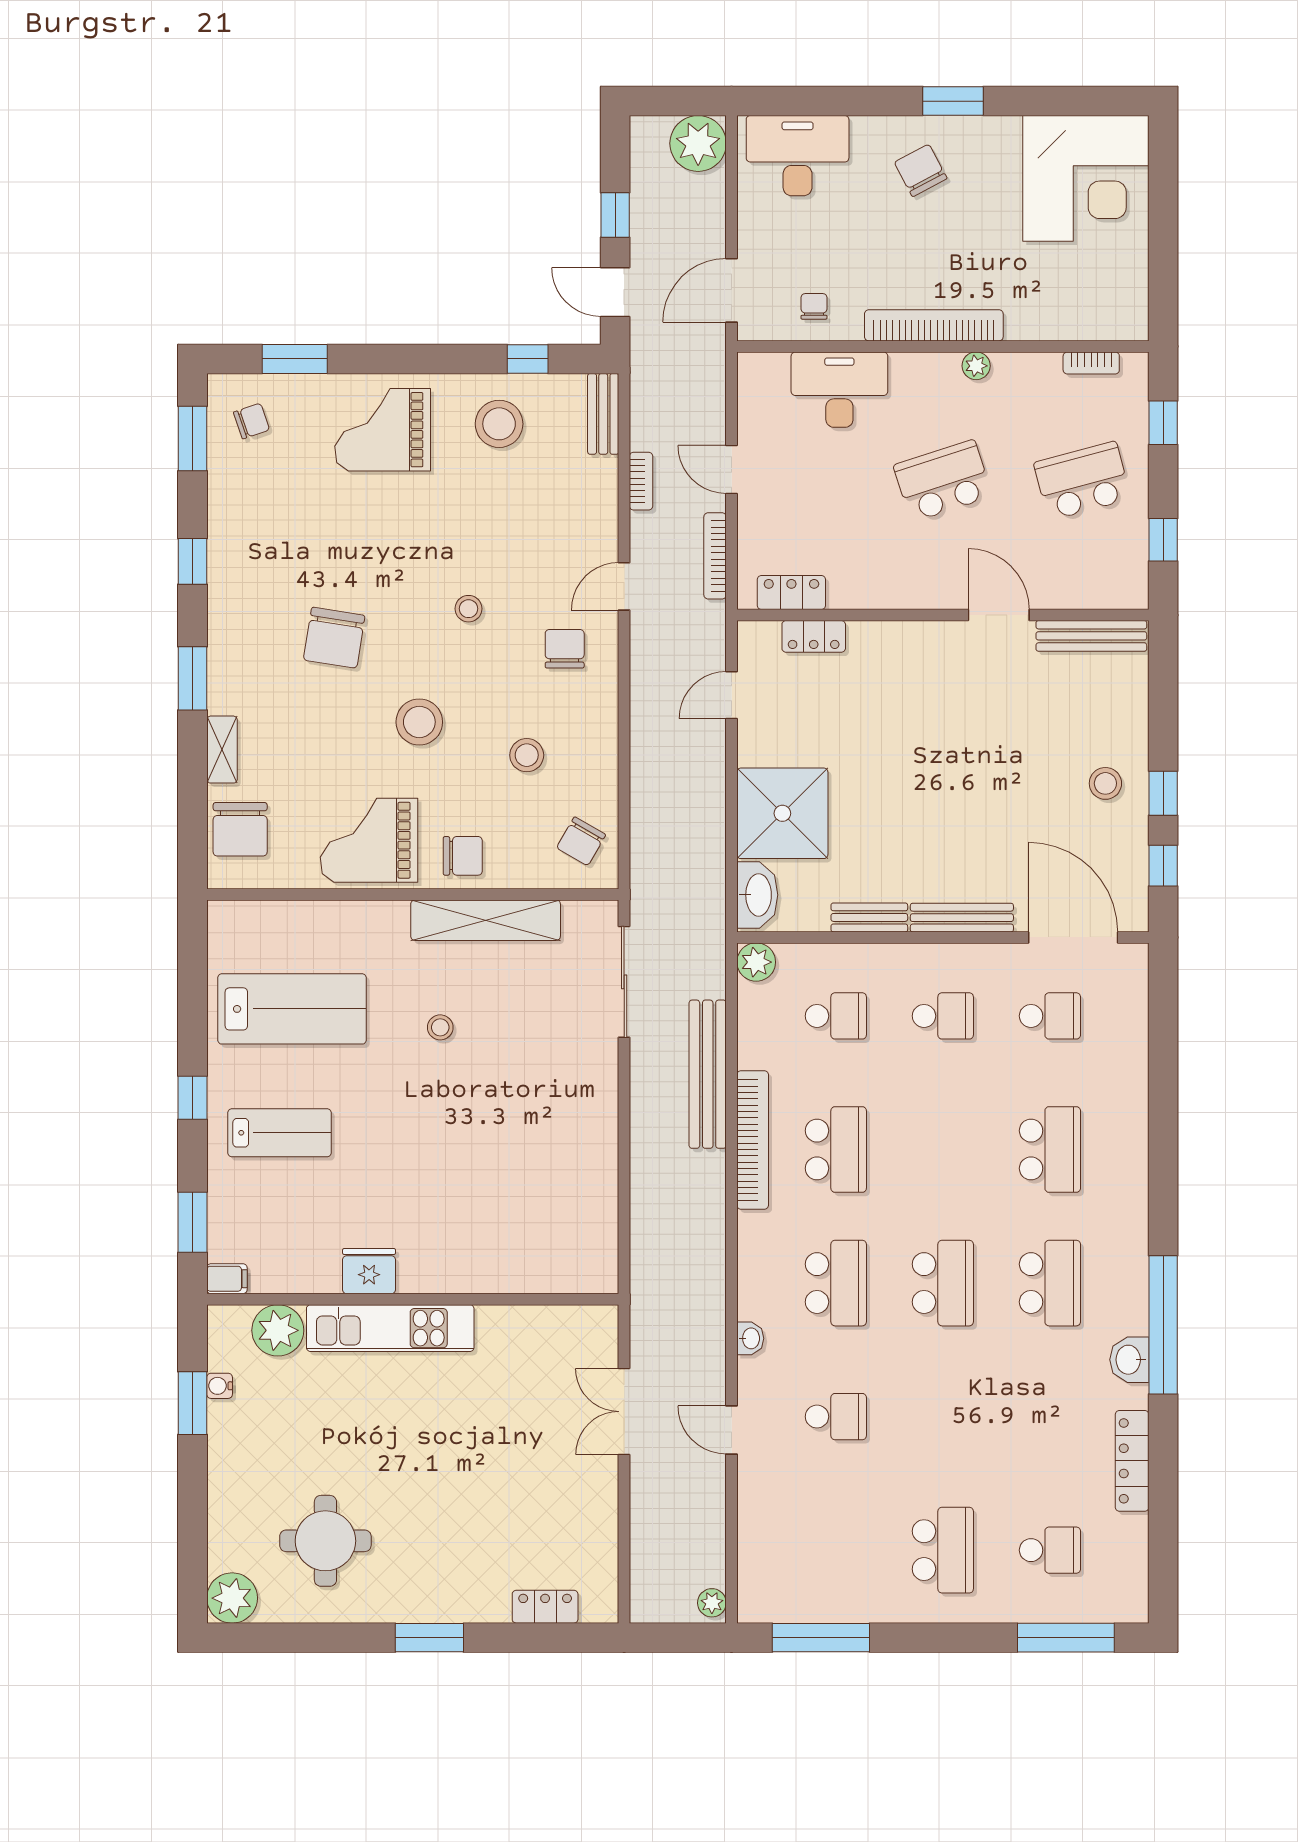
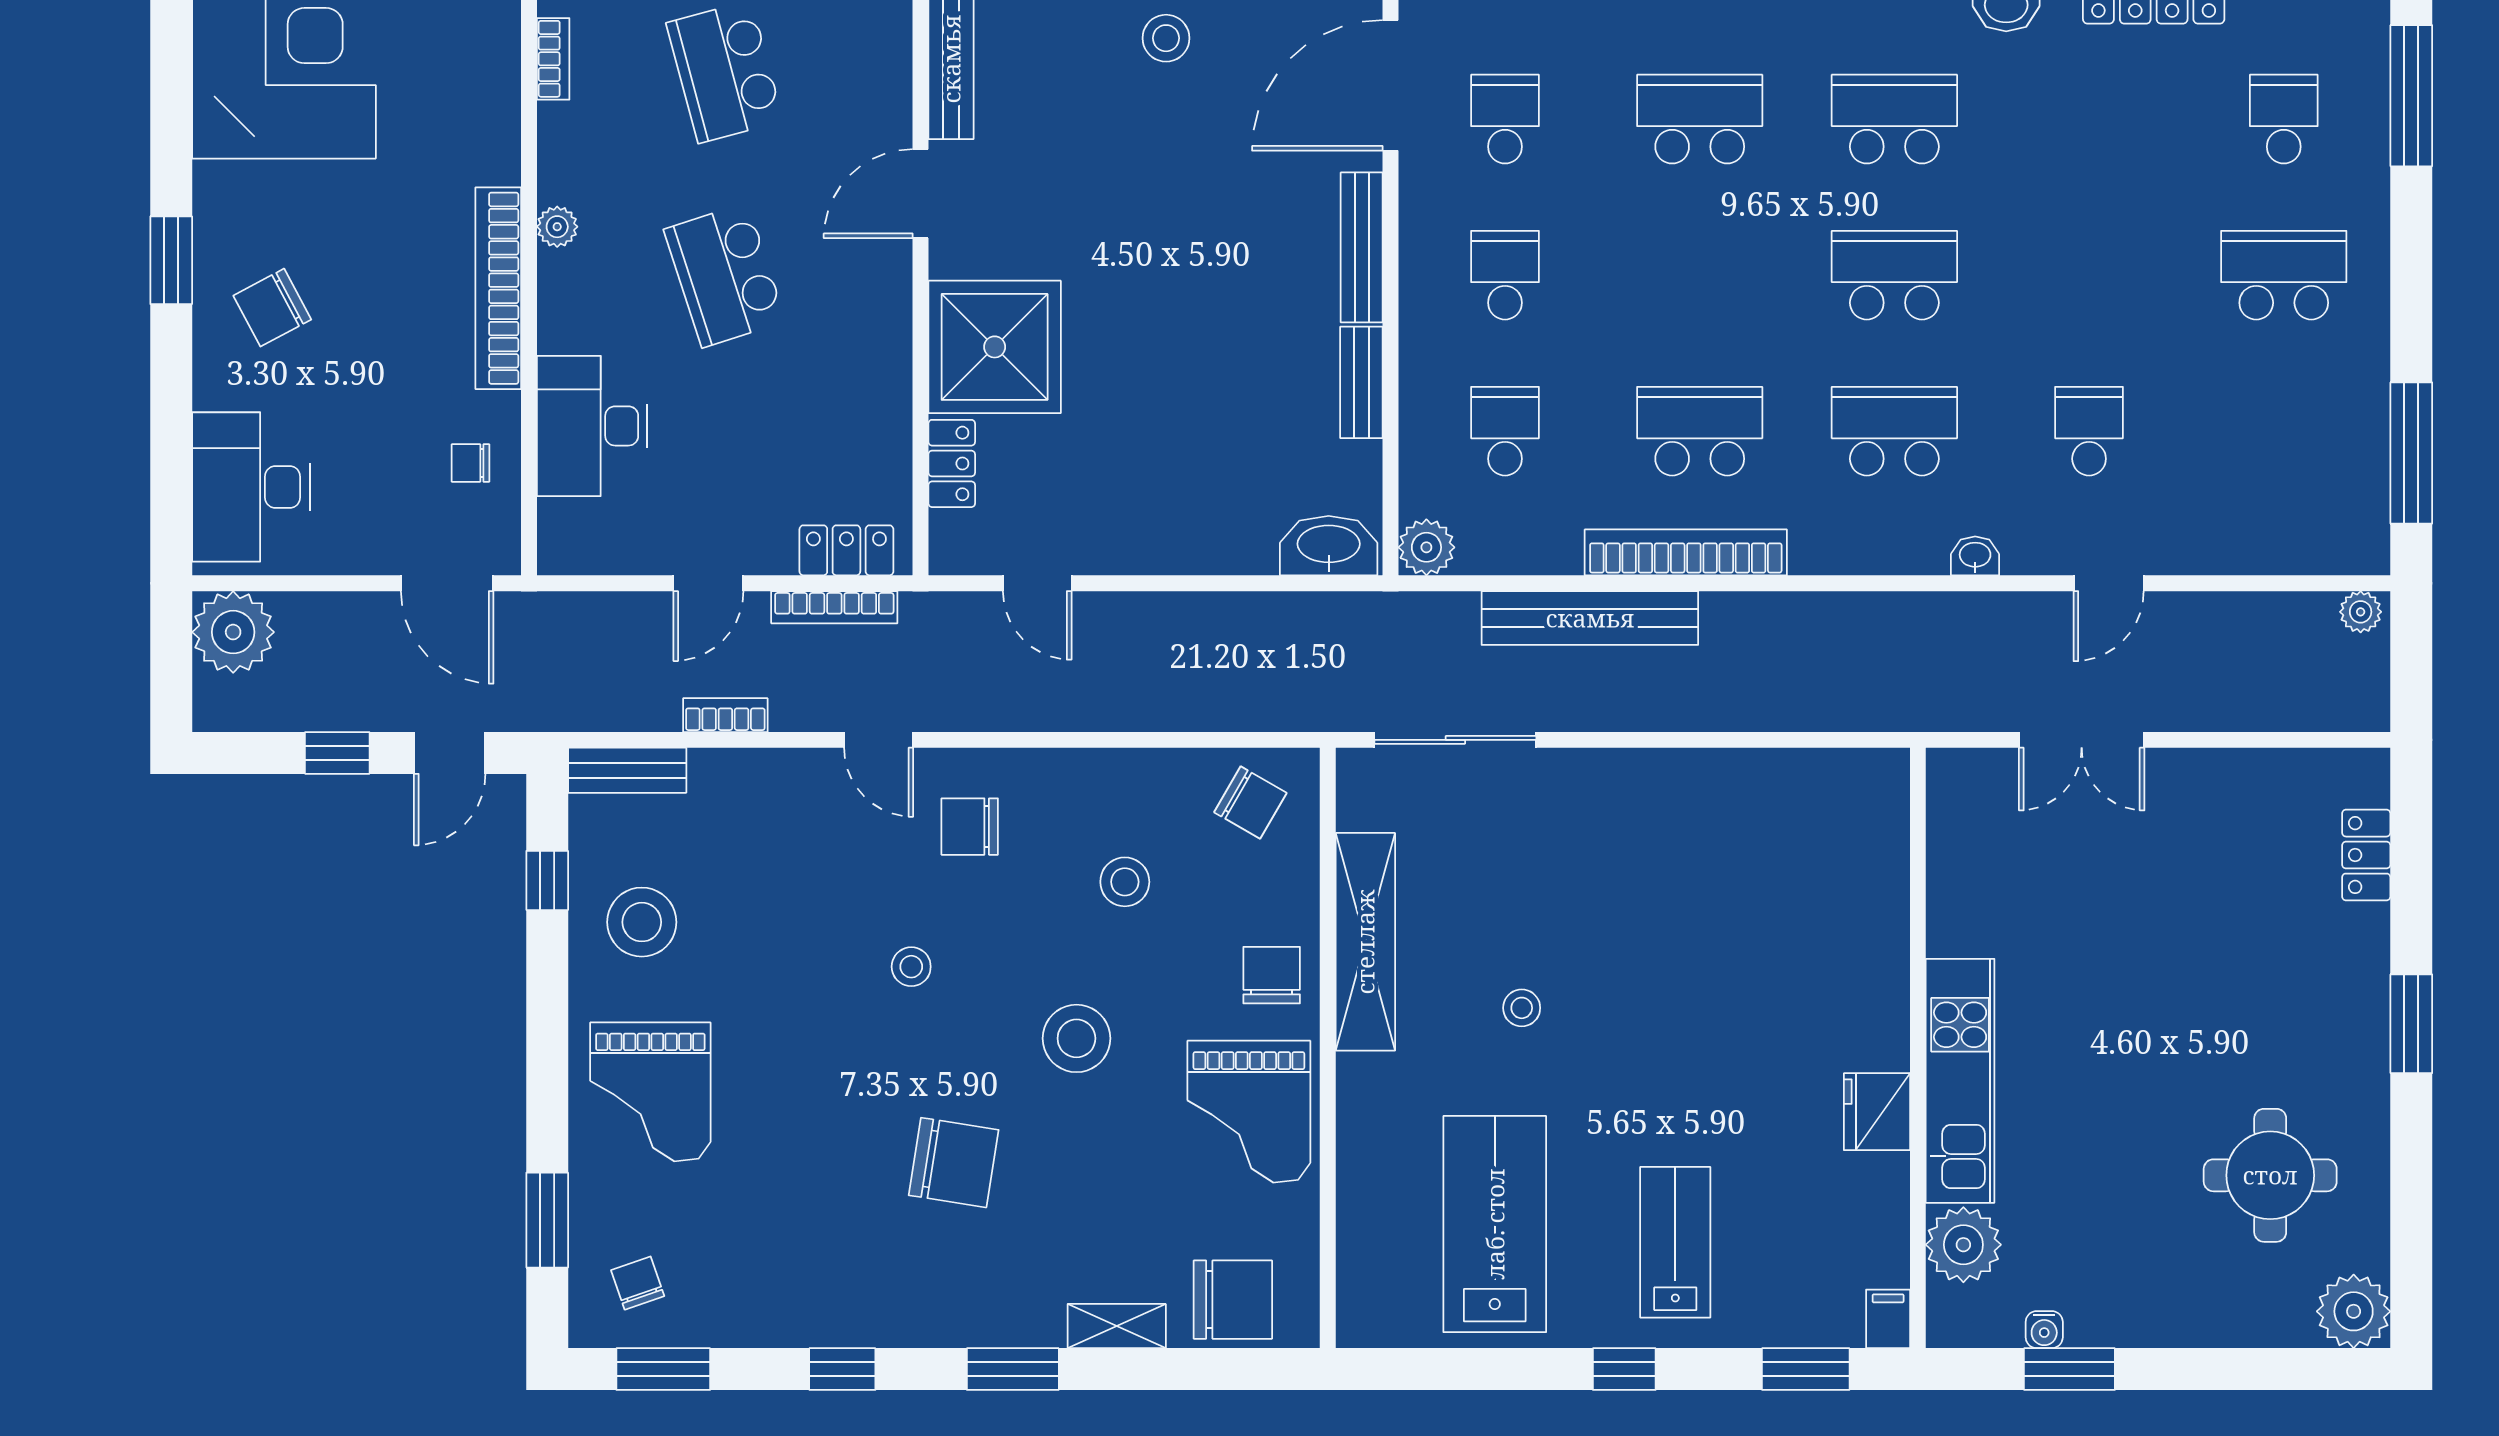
locker: (791, 592) -> (846, 550), moved, turned 90
shower: (782, 813) -> (995, 347), moved

